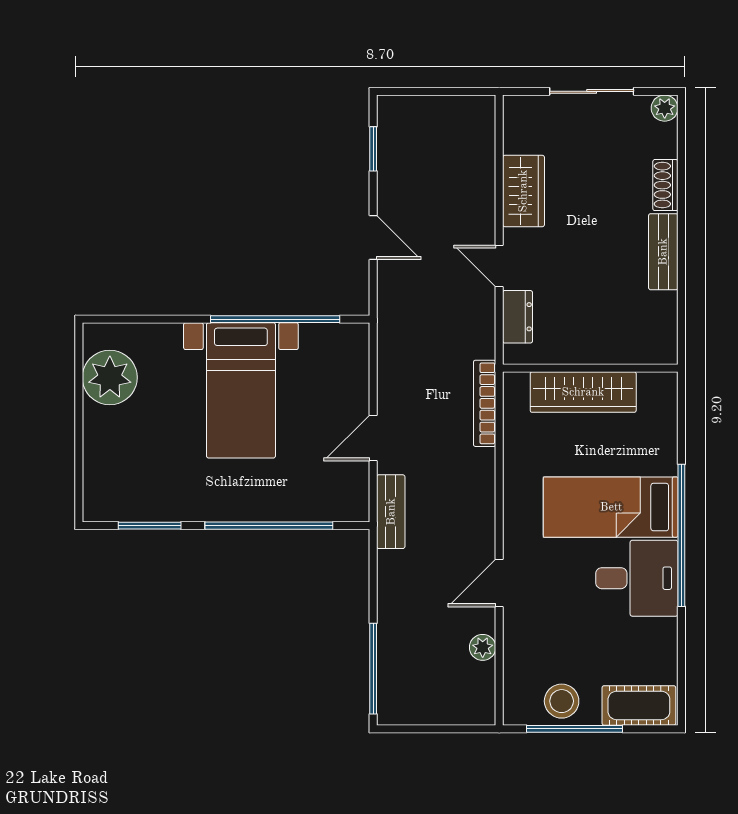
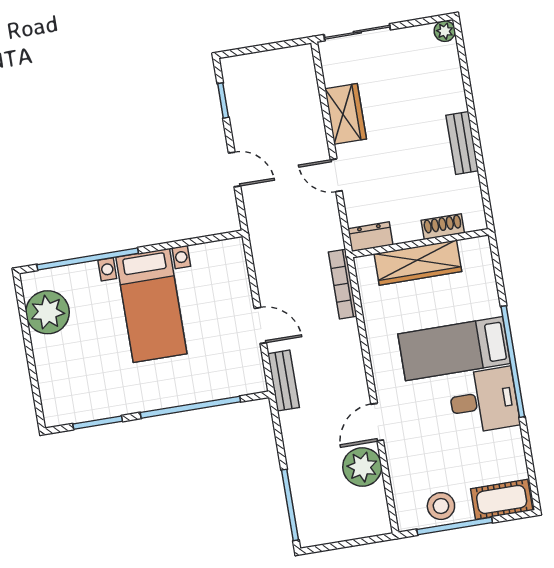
sliding door: (592, 91) -> (357, 32), moved
shoe rack: (665, 185) -> (443, 227), moved, turned 90
dresser: (518, 317) -> (370, 237), moved, turned -90
window: (275, 319) -> (88, 259), moved
door: (373, 438) -> (260, 325), swing flipped
plant: (483, 647) -> (362, 467), width x1.88, depth x1.88

